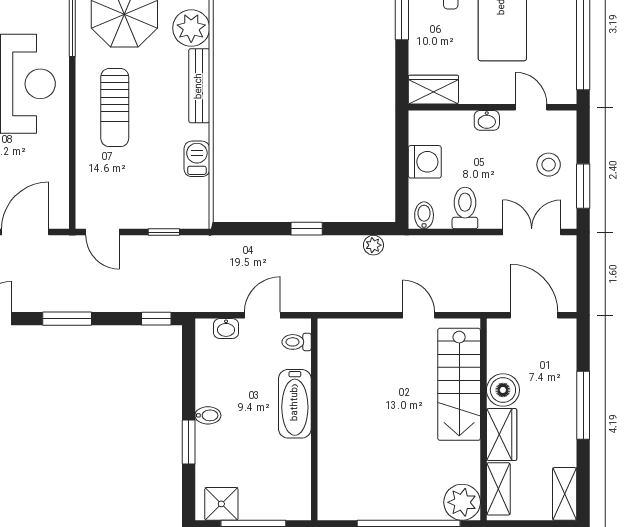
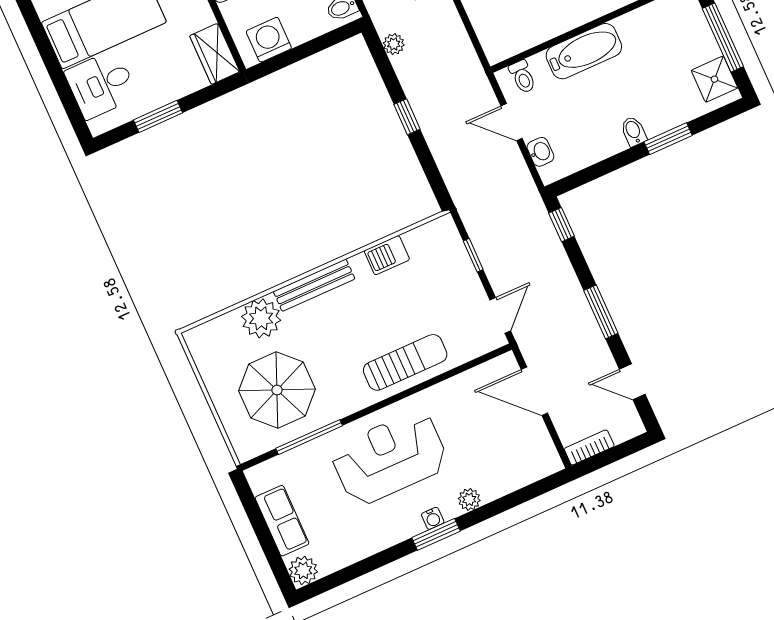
sun lounger: (115, 108) -> (405, 362), moved
washing machine: (425, 162) -> (269, 40), moved

